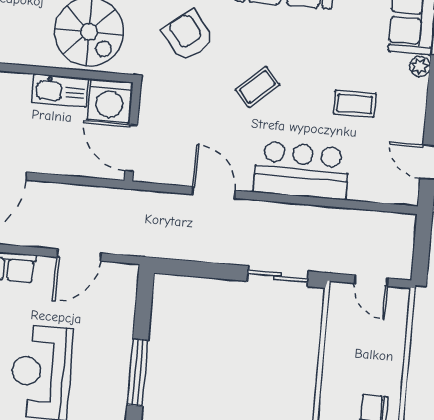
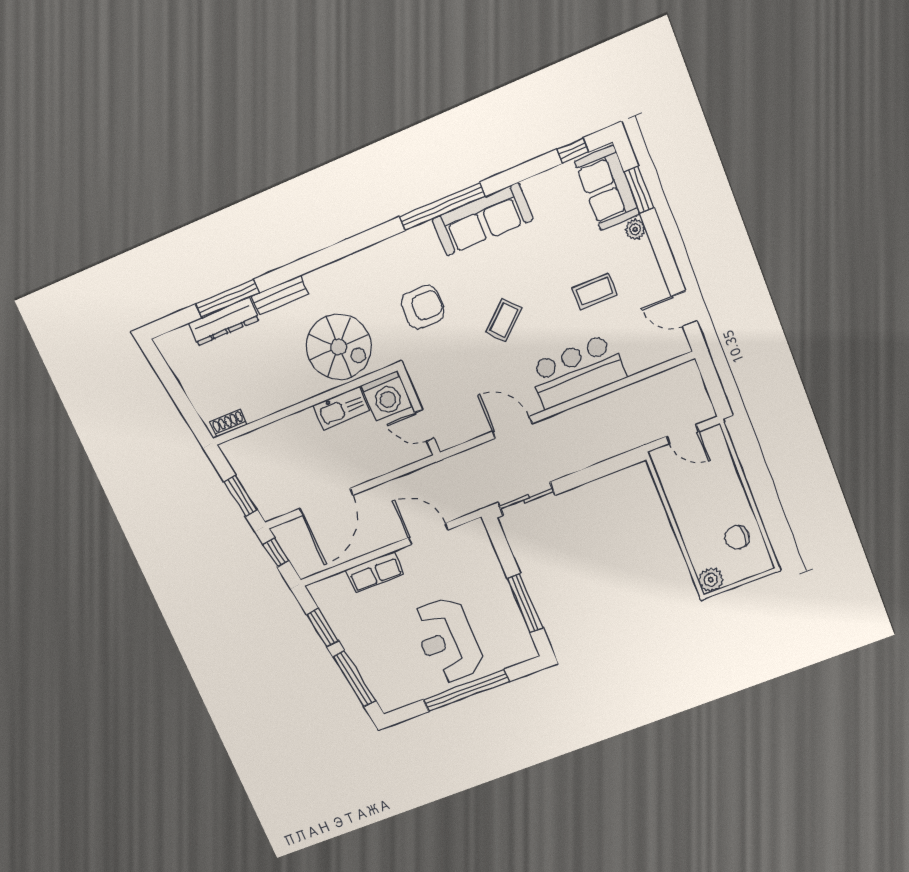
armchair: (188, 36) -> (423, 307), turned 128
door: (131, 148) -> (425, 426), width x0.73
door: (79, 255) -> (428, 534), swing flipped
sliding door: (278, 276) -> (526, 499), moved

